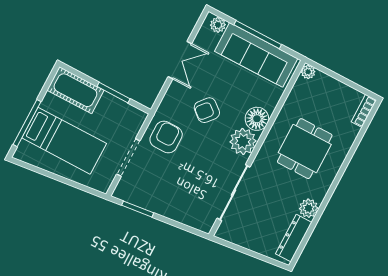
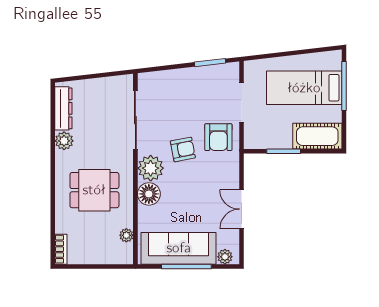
plant: (308, 72) -> (126, 235), moved
armchair: (207, 110) -> (183, 149), moved, turned 39
dining table: (305, 149) -> (94, 190), turned 90

